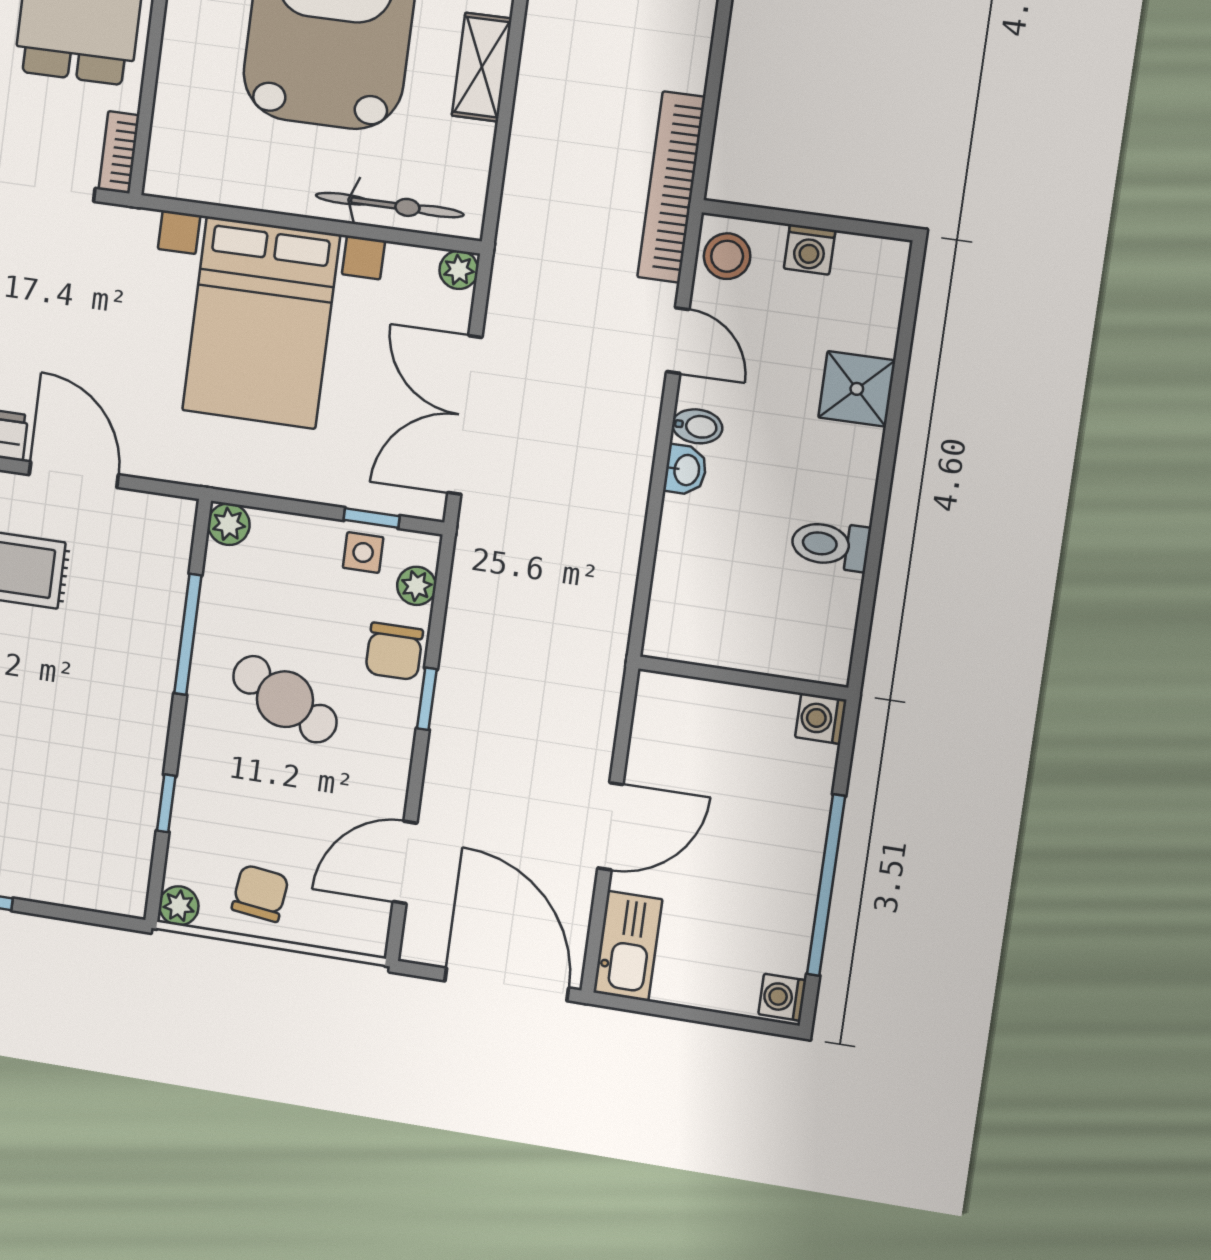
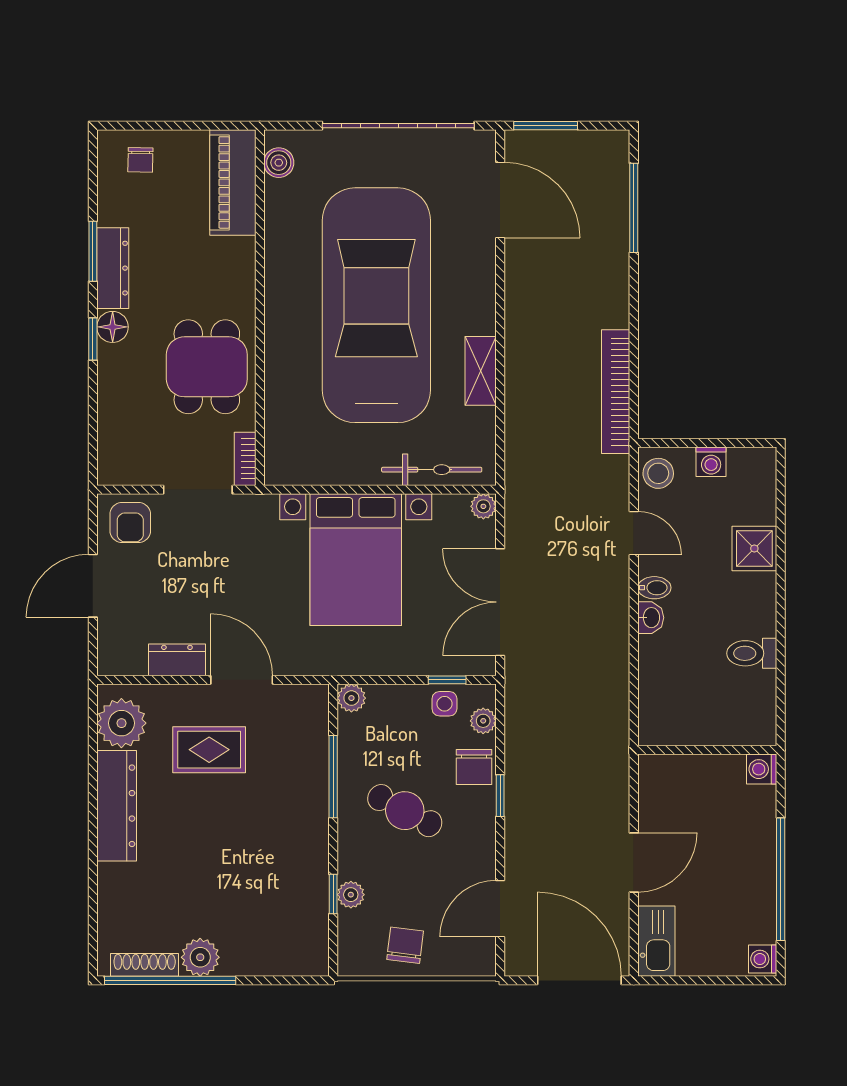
bookcase: (671, 187) -> (616, 392), moved
plant: (179, 906) -> (351, 895), moved

